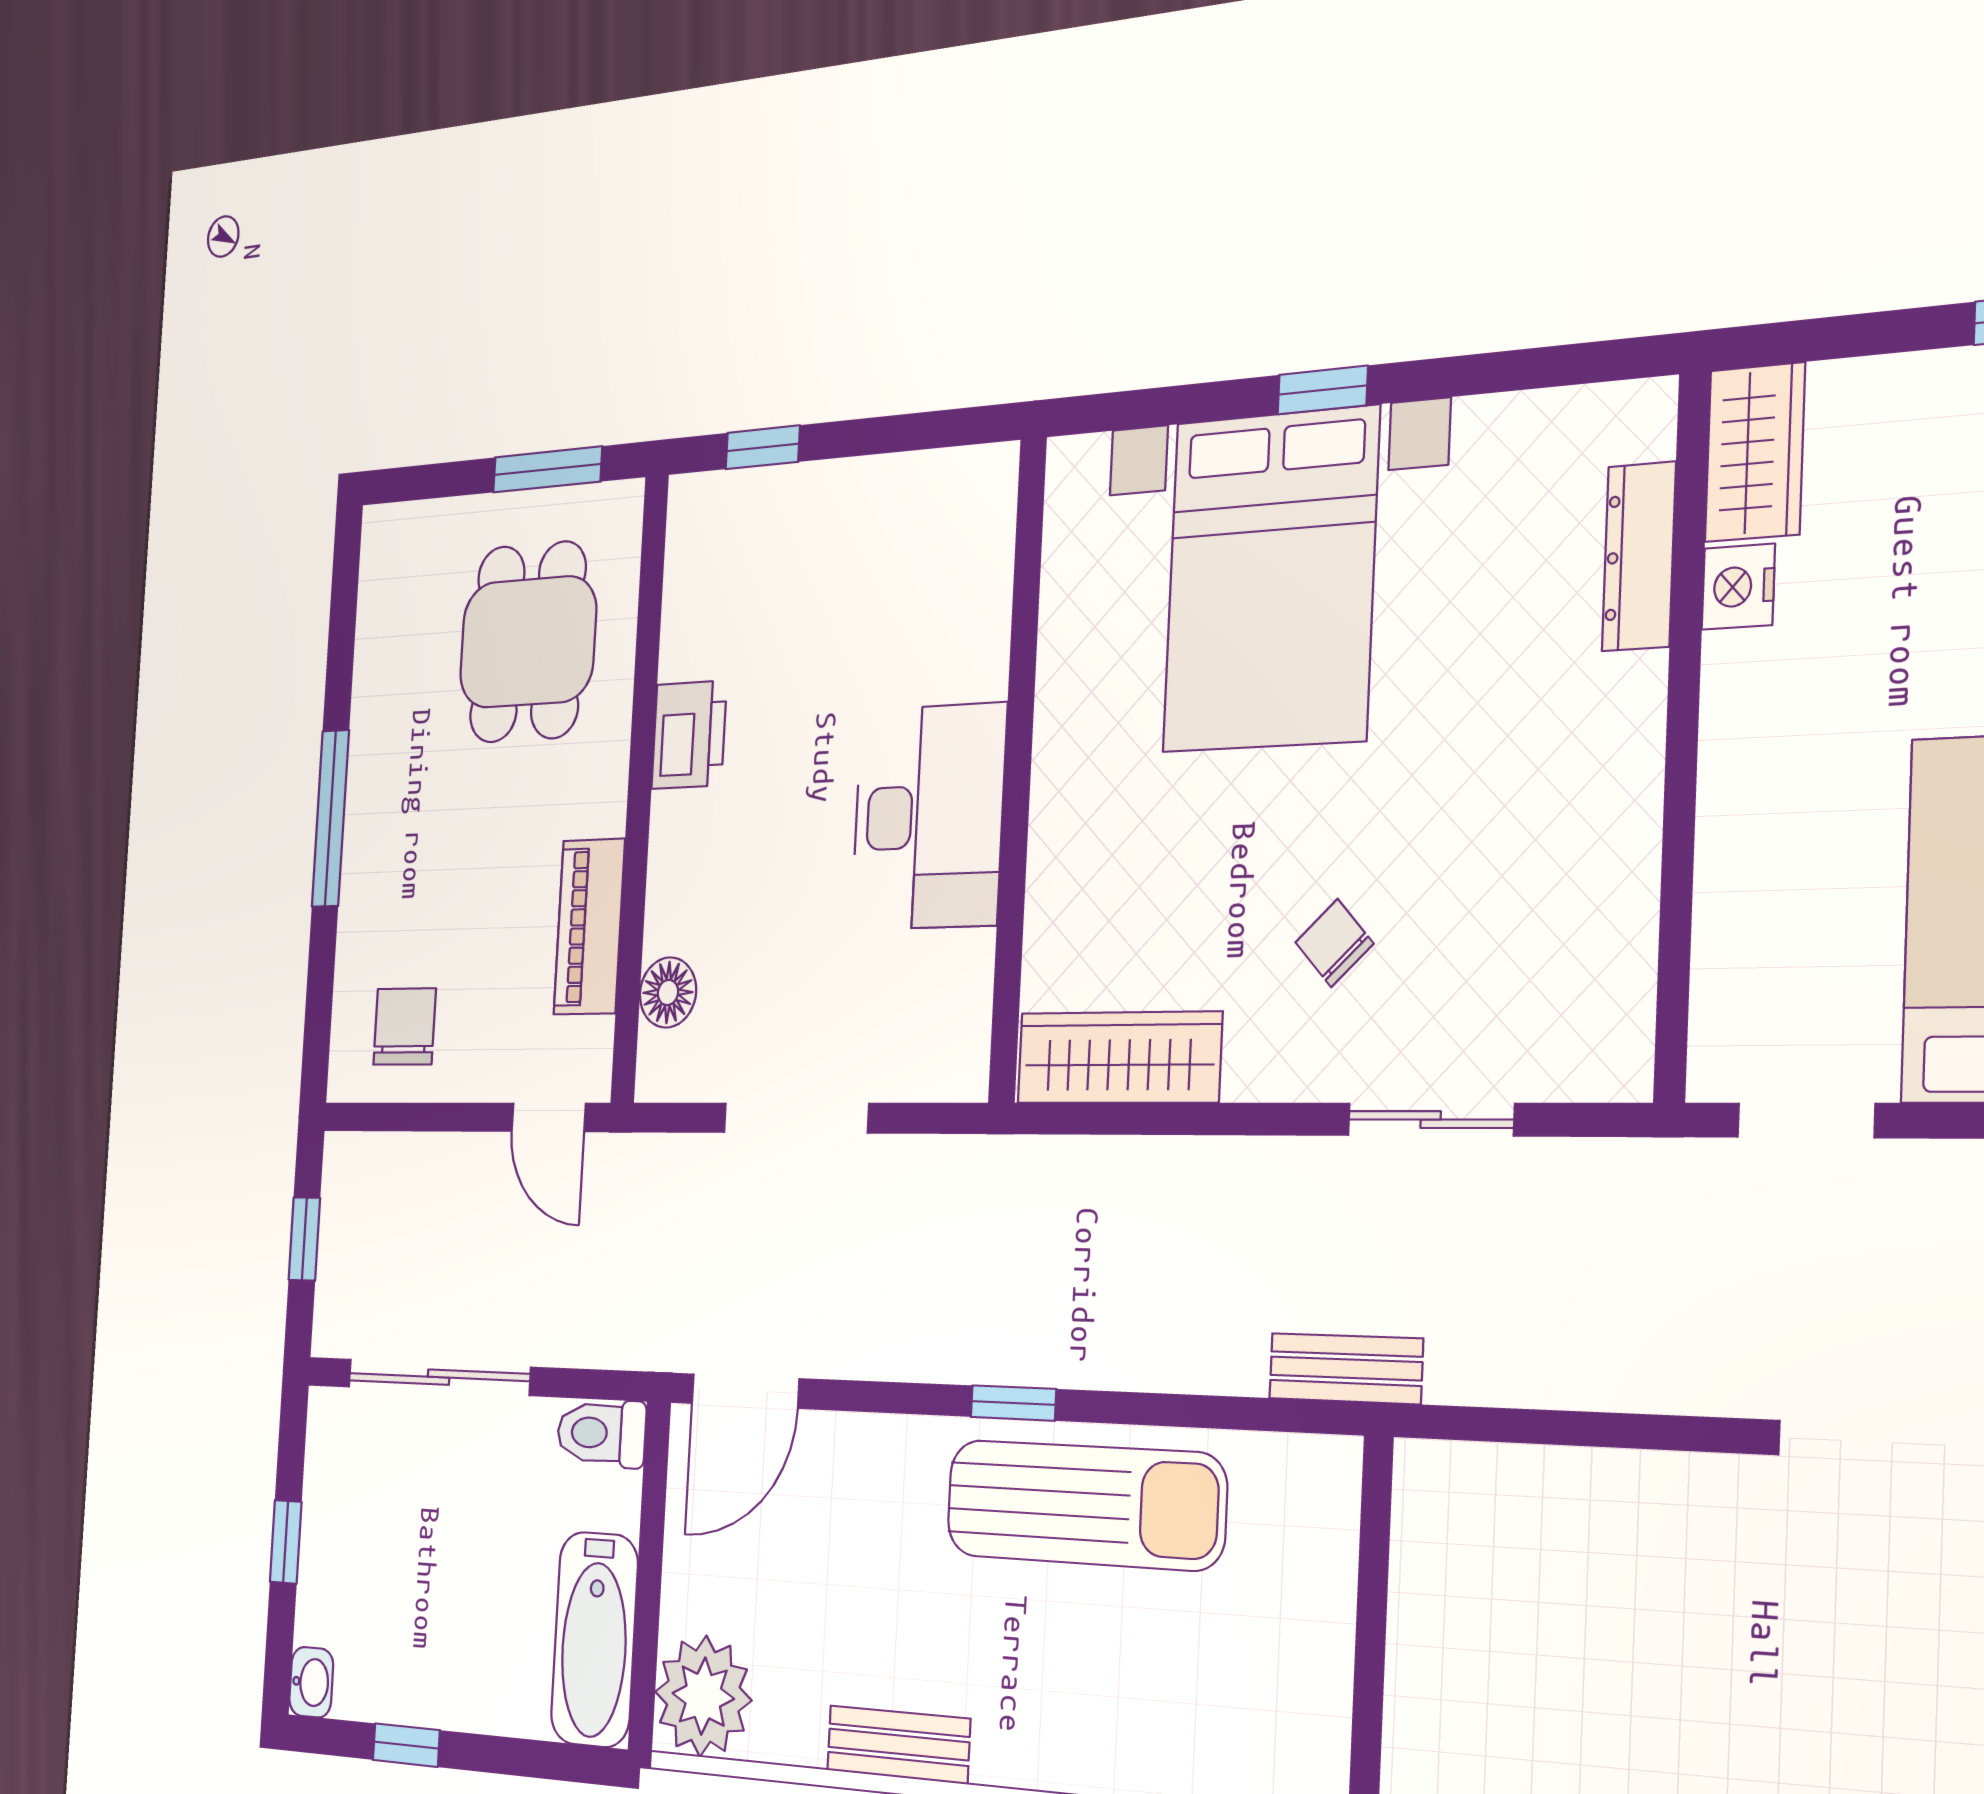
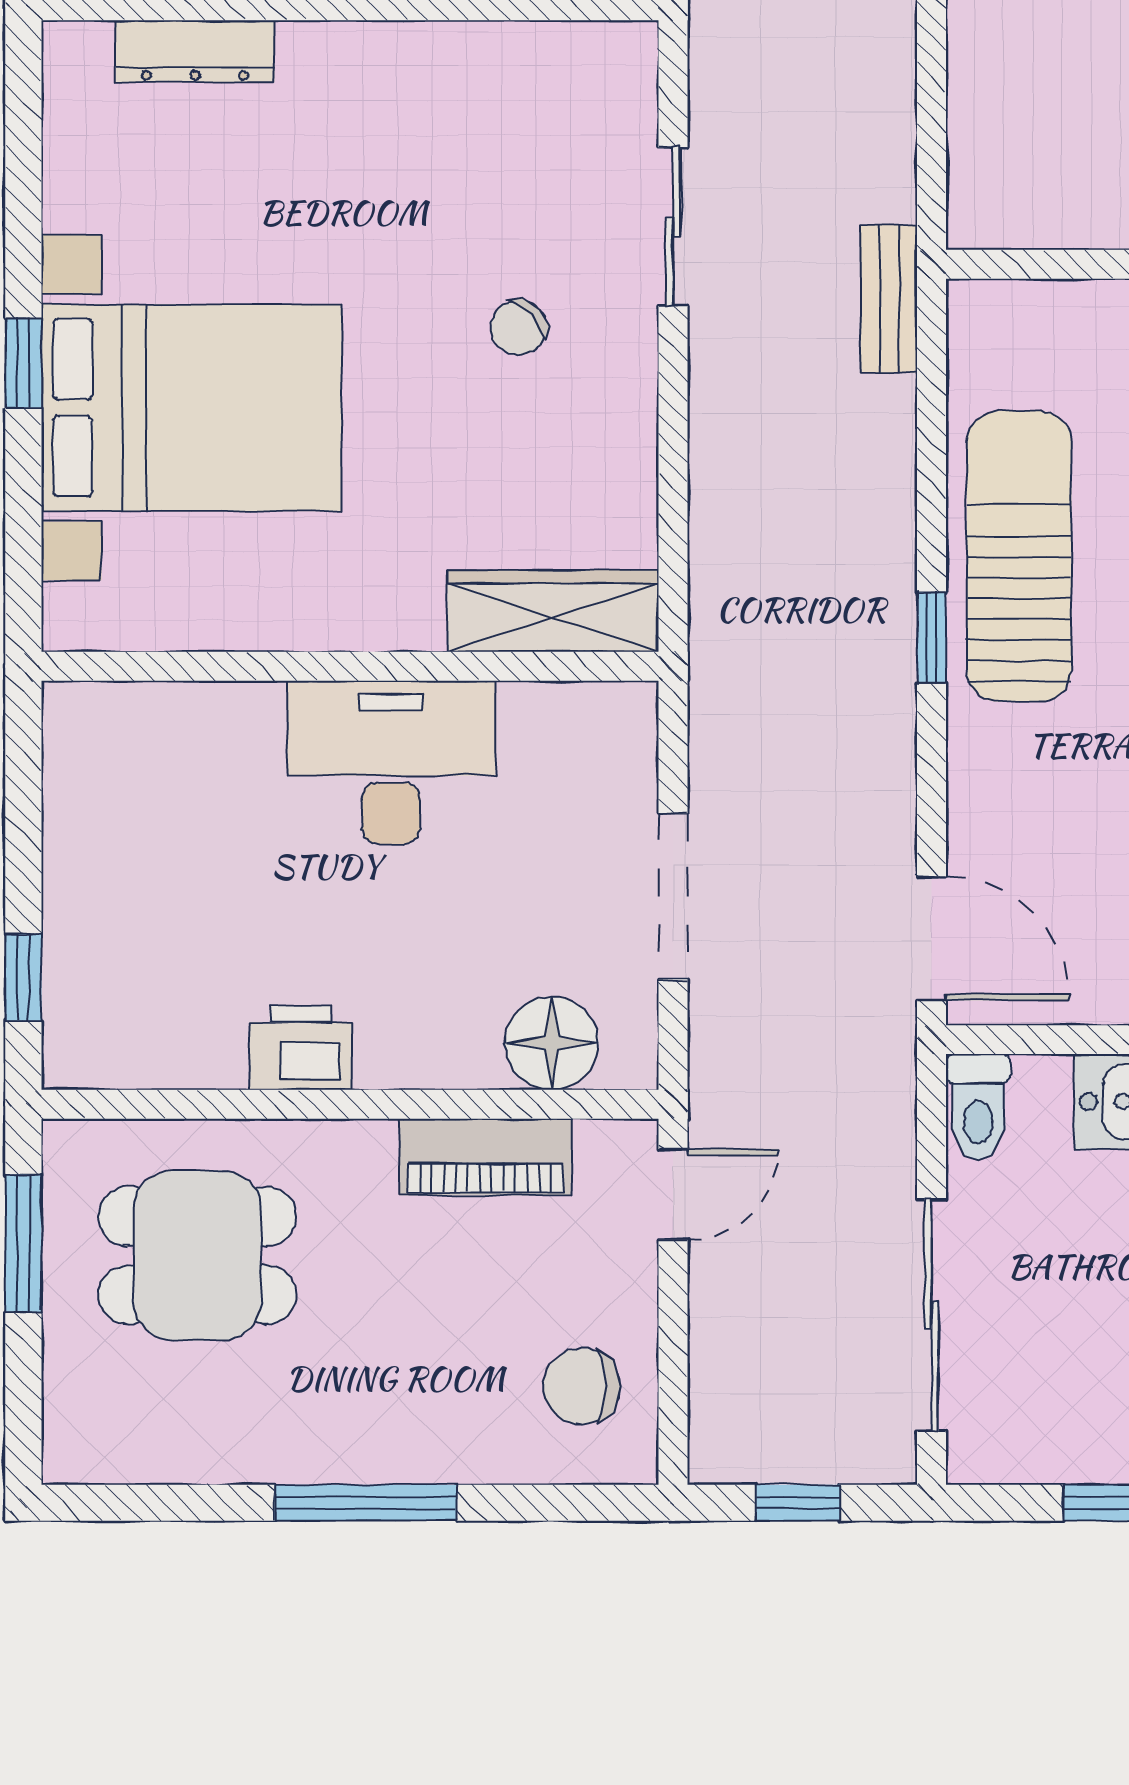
floor lamp: (668, 992) -> (552, 1043), width x1.38, depth x1.38
wardrobe: (1119, 1058) -> (553, 611), moved, turned 90

